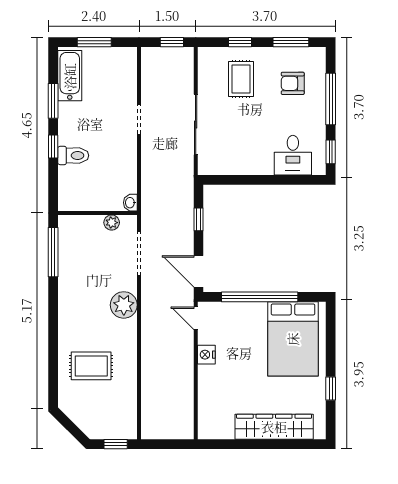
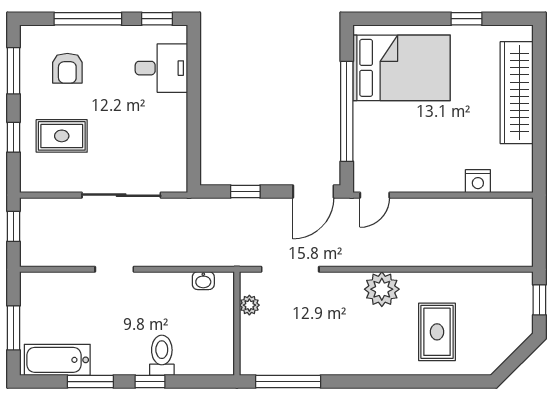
washbasin: (130, 203) -> (203, 281), moved
plant: (124, 305) -> (382, 289), moved
nightstand: (206, 355) -> (478, 181), moved

